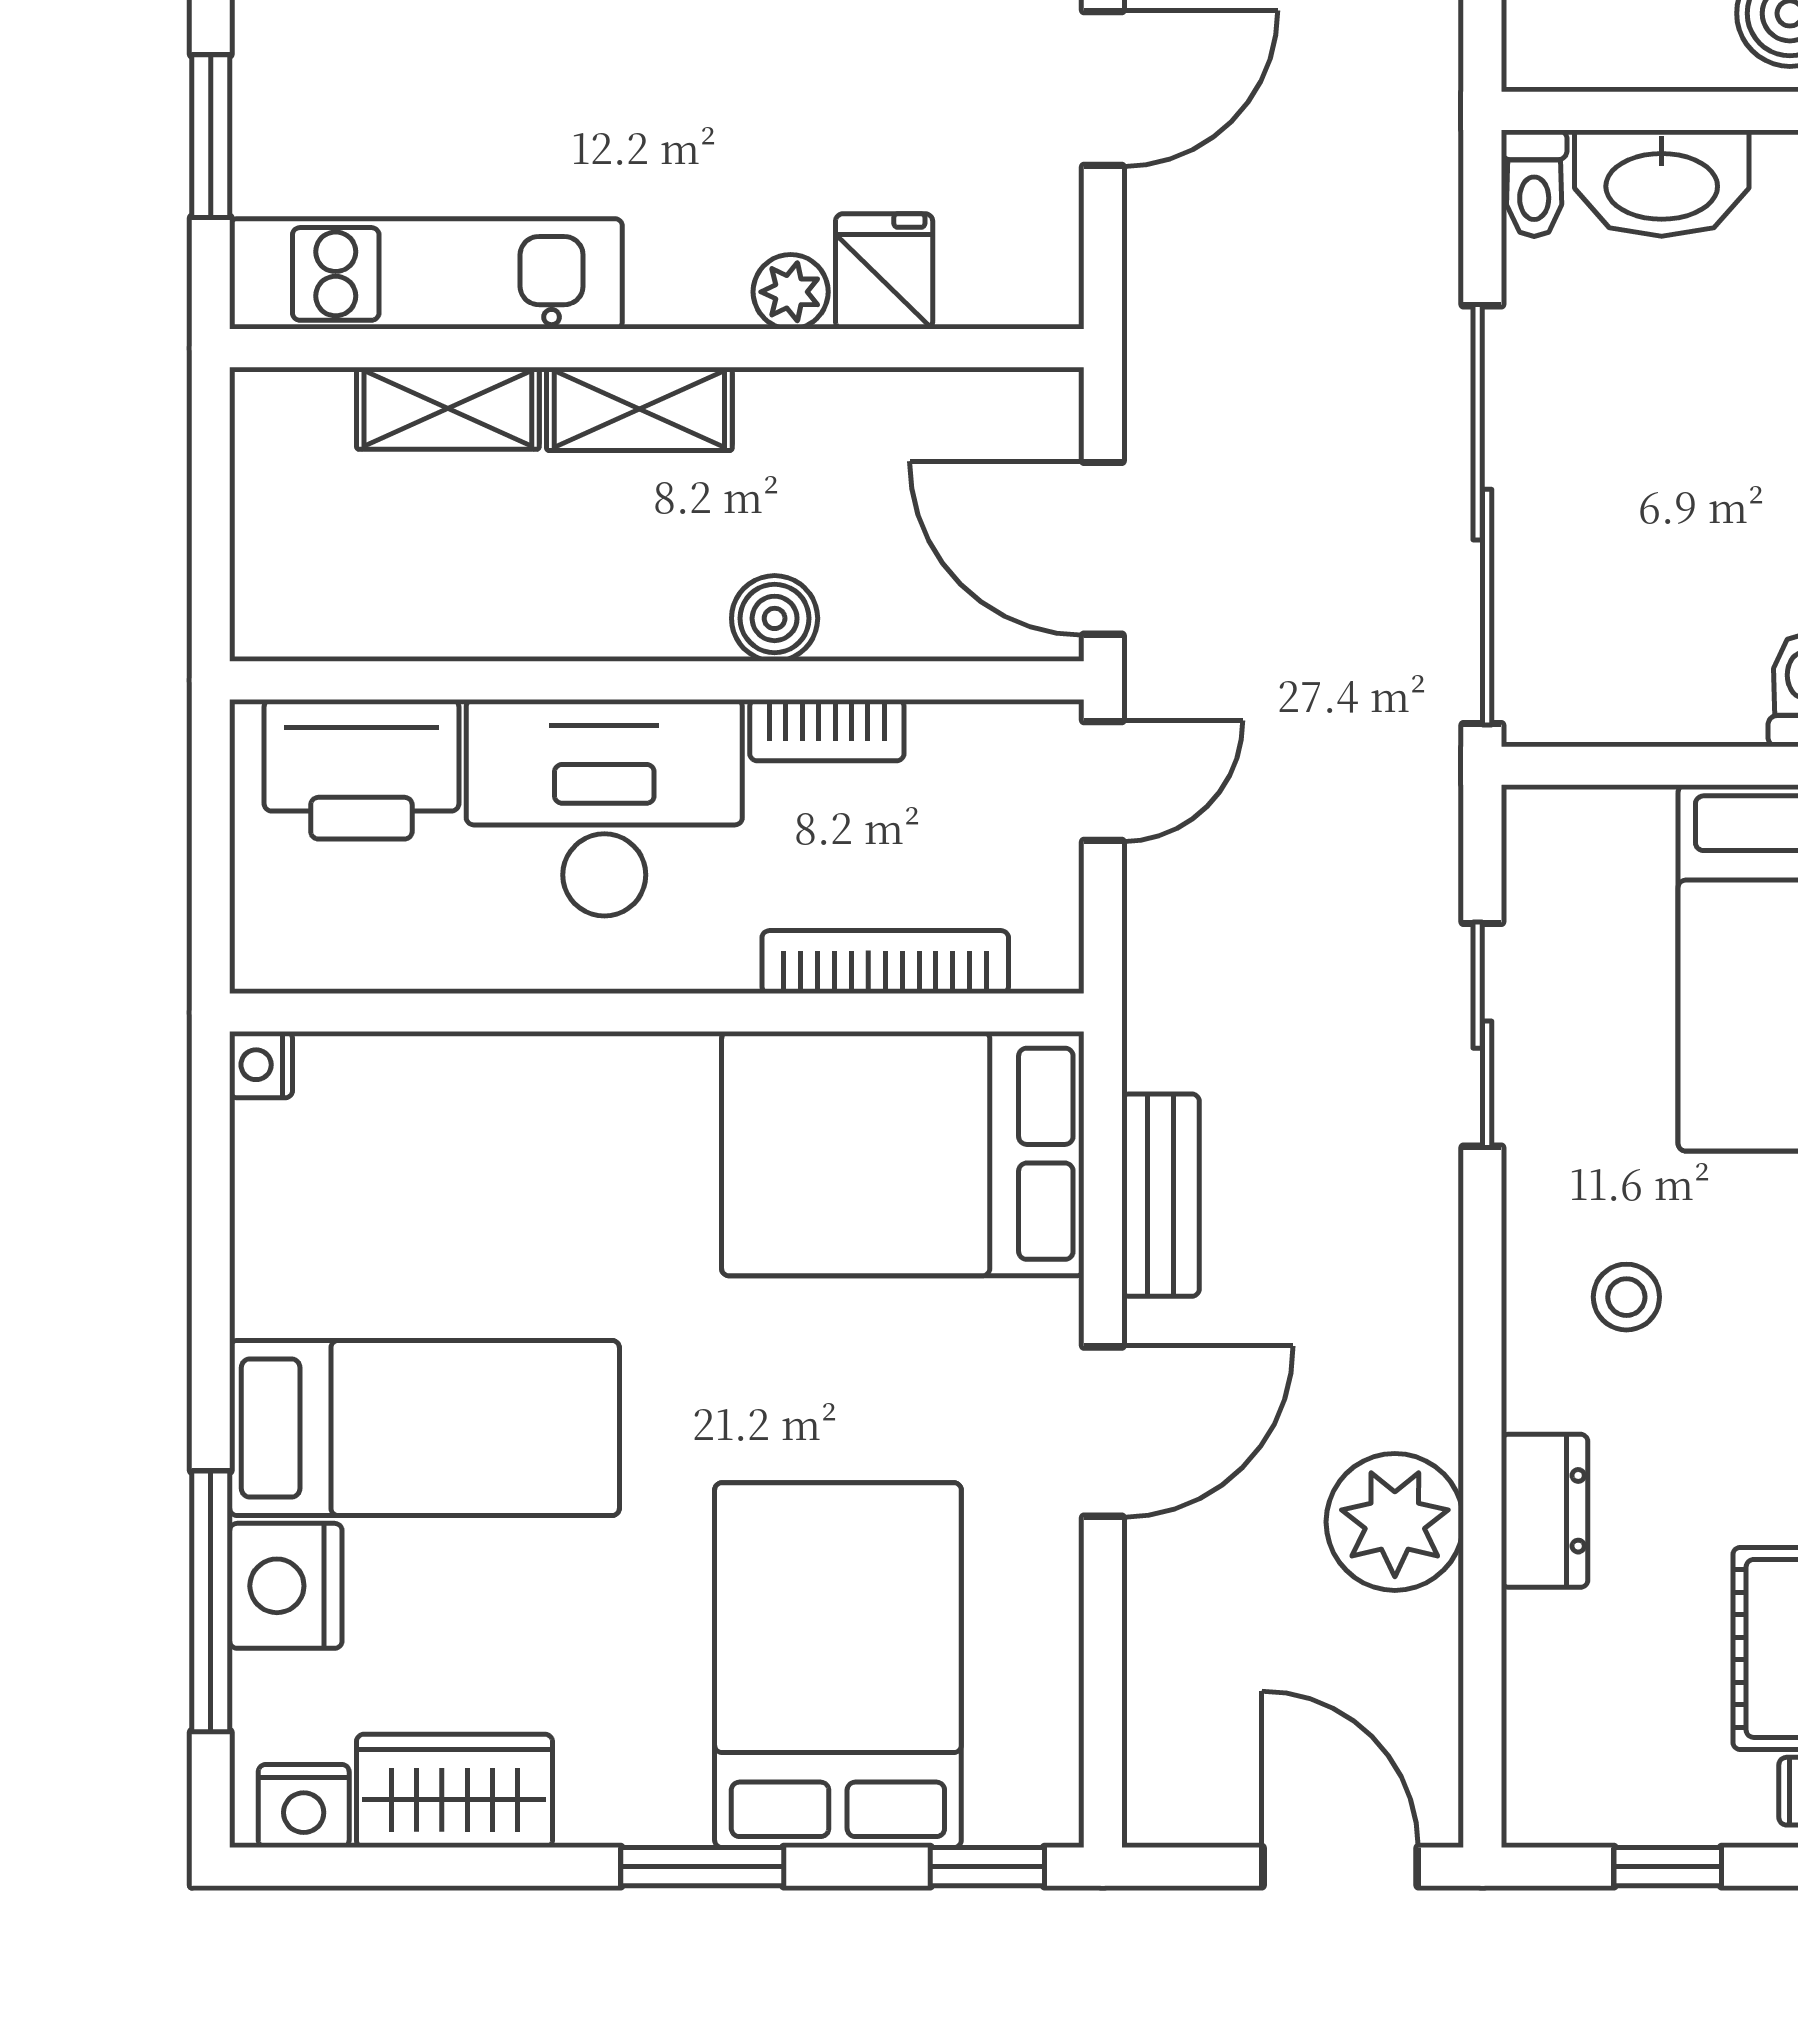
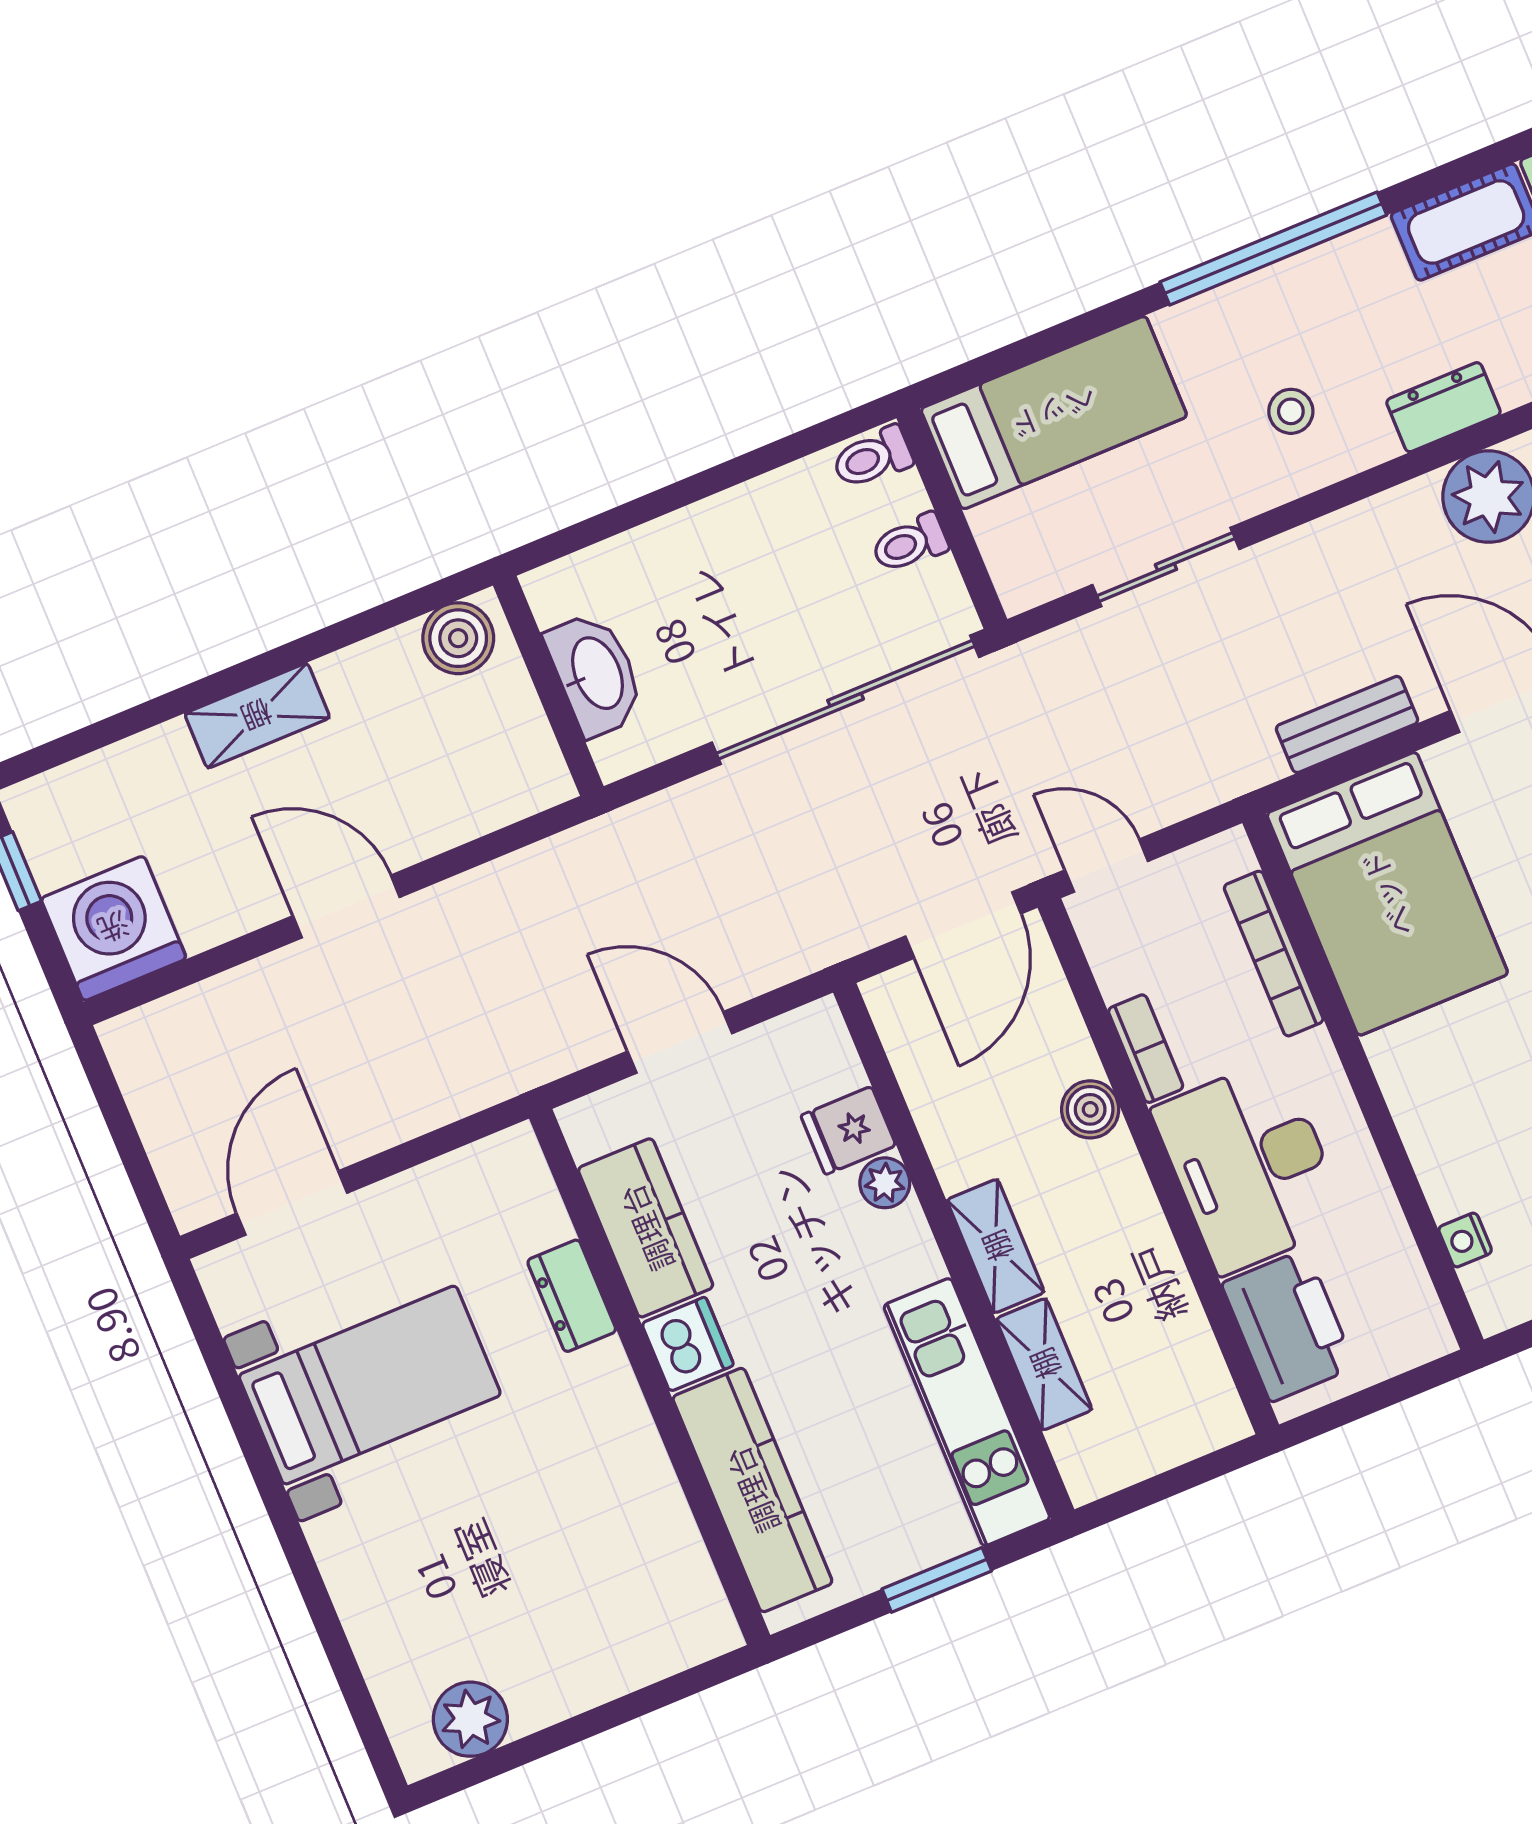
toilet: (1534, 183) -> (910, 543), moved, turned 180
nightstand: (261, 1065) -> (1465, 1240), moved, turned 90

